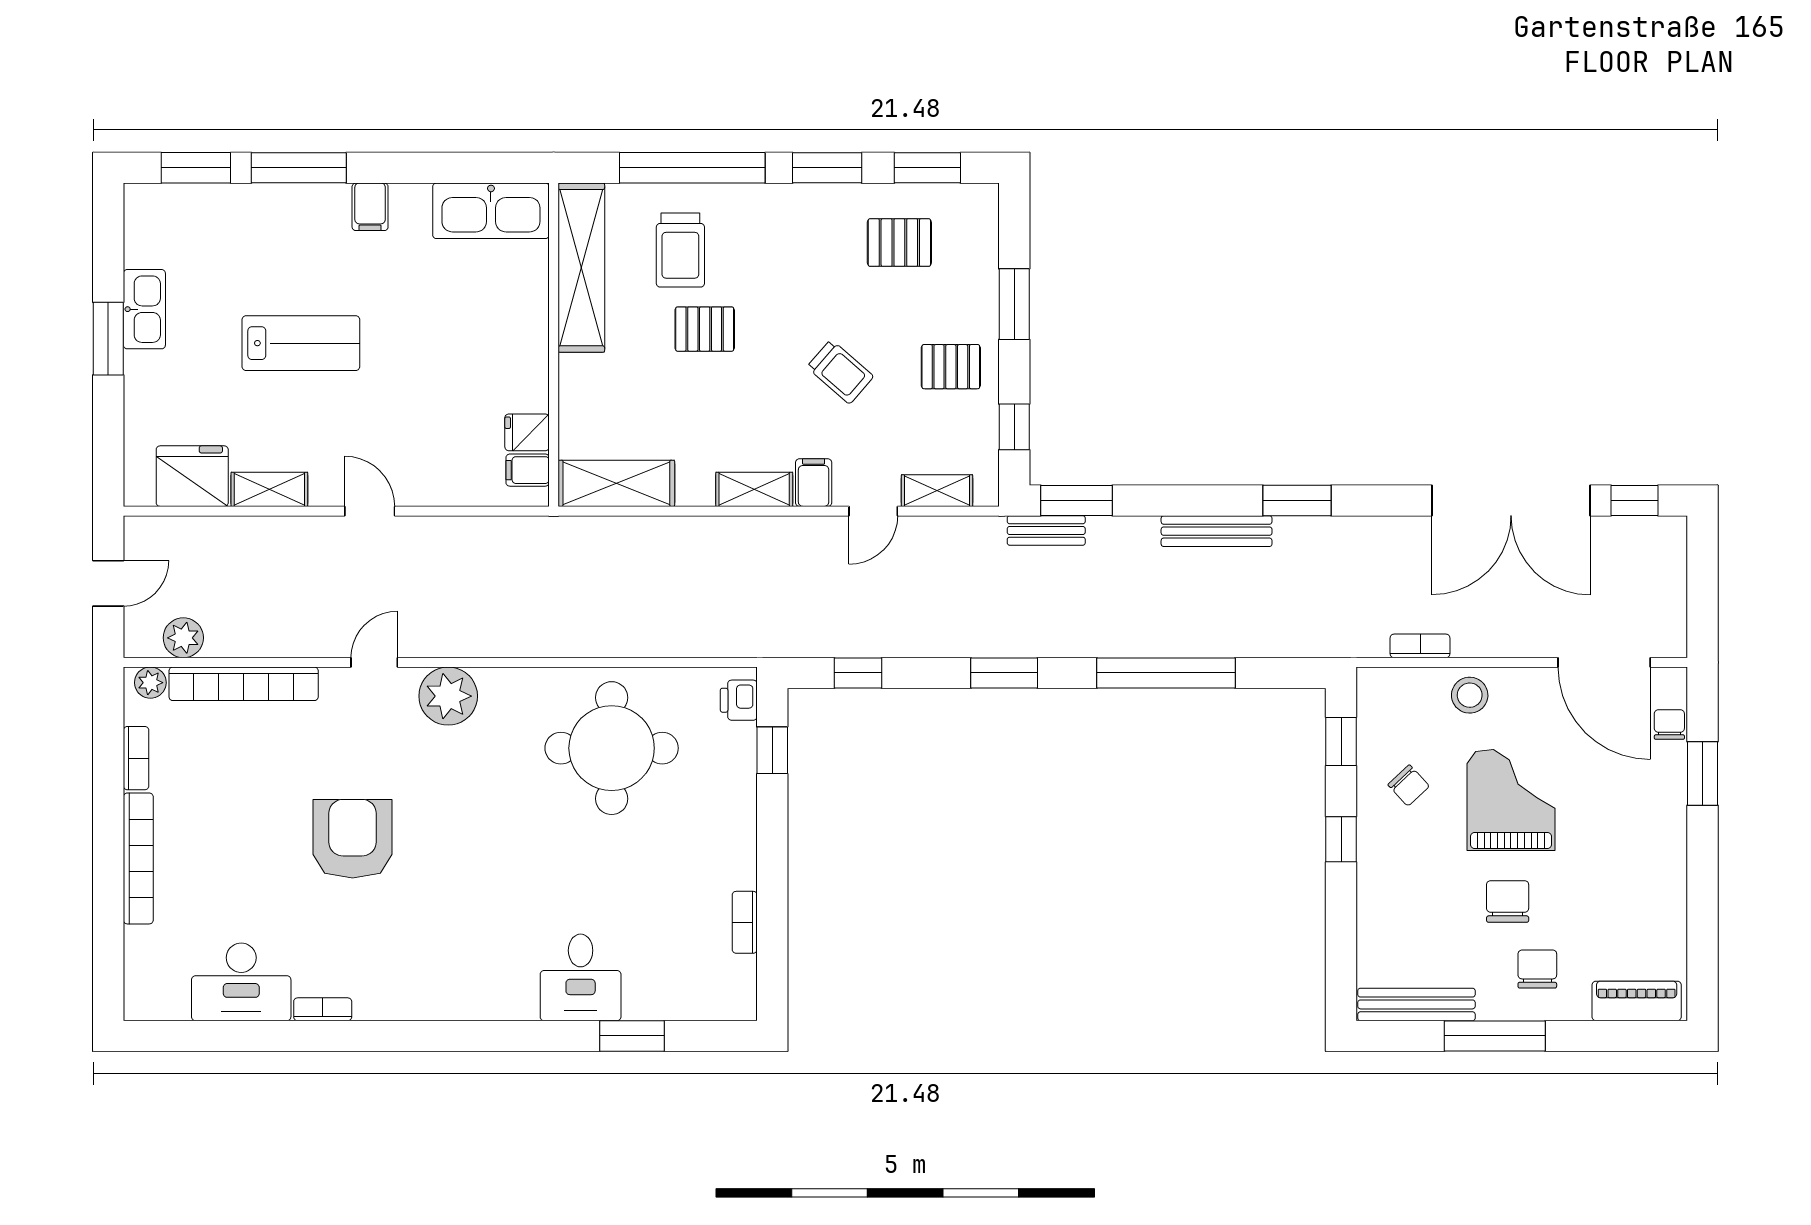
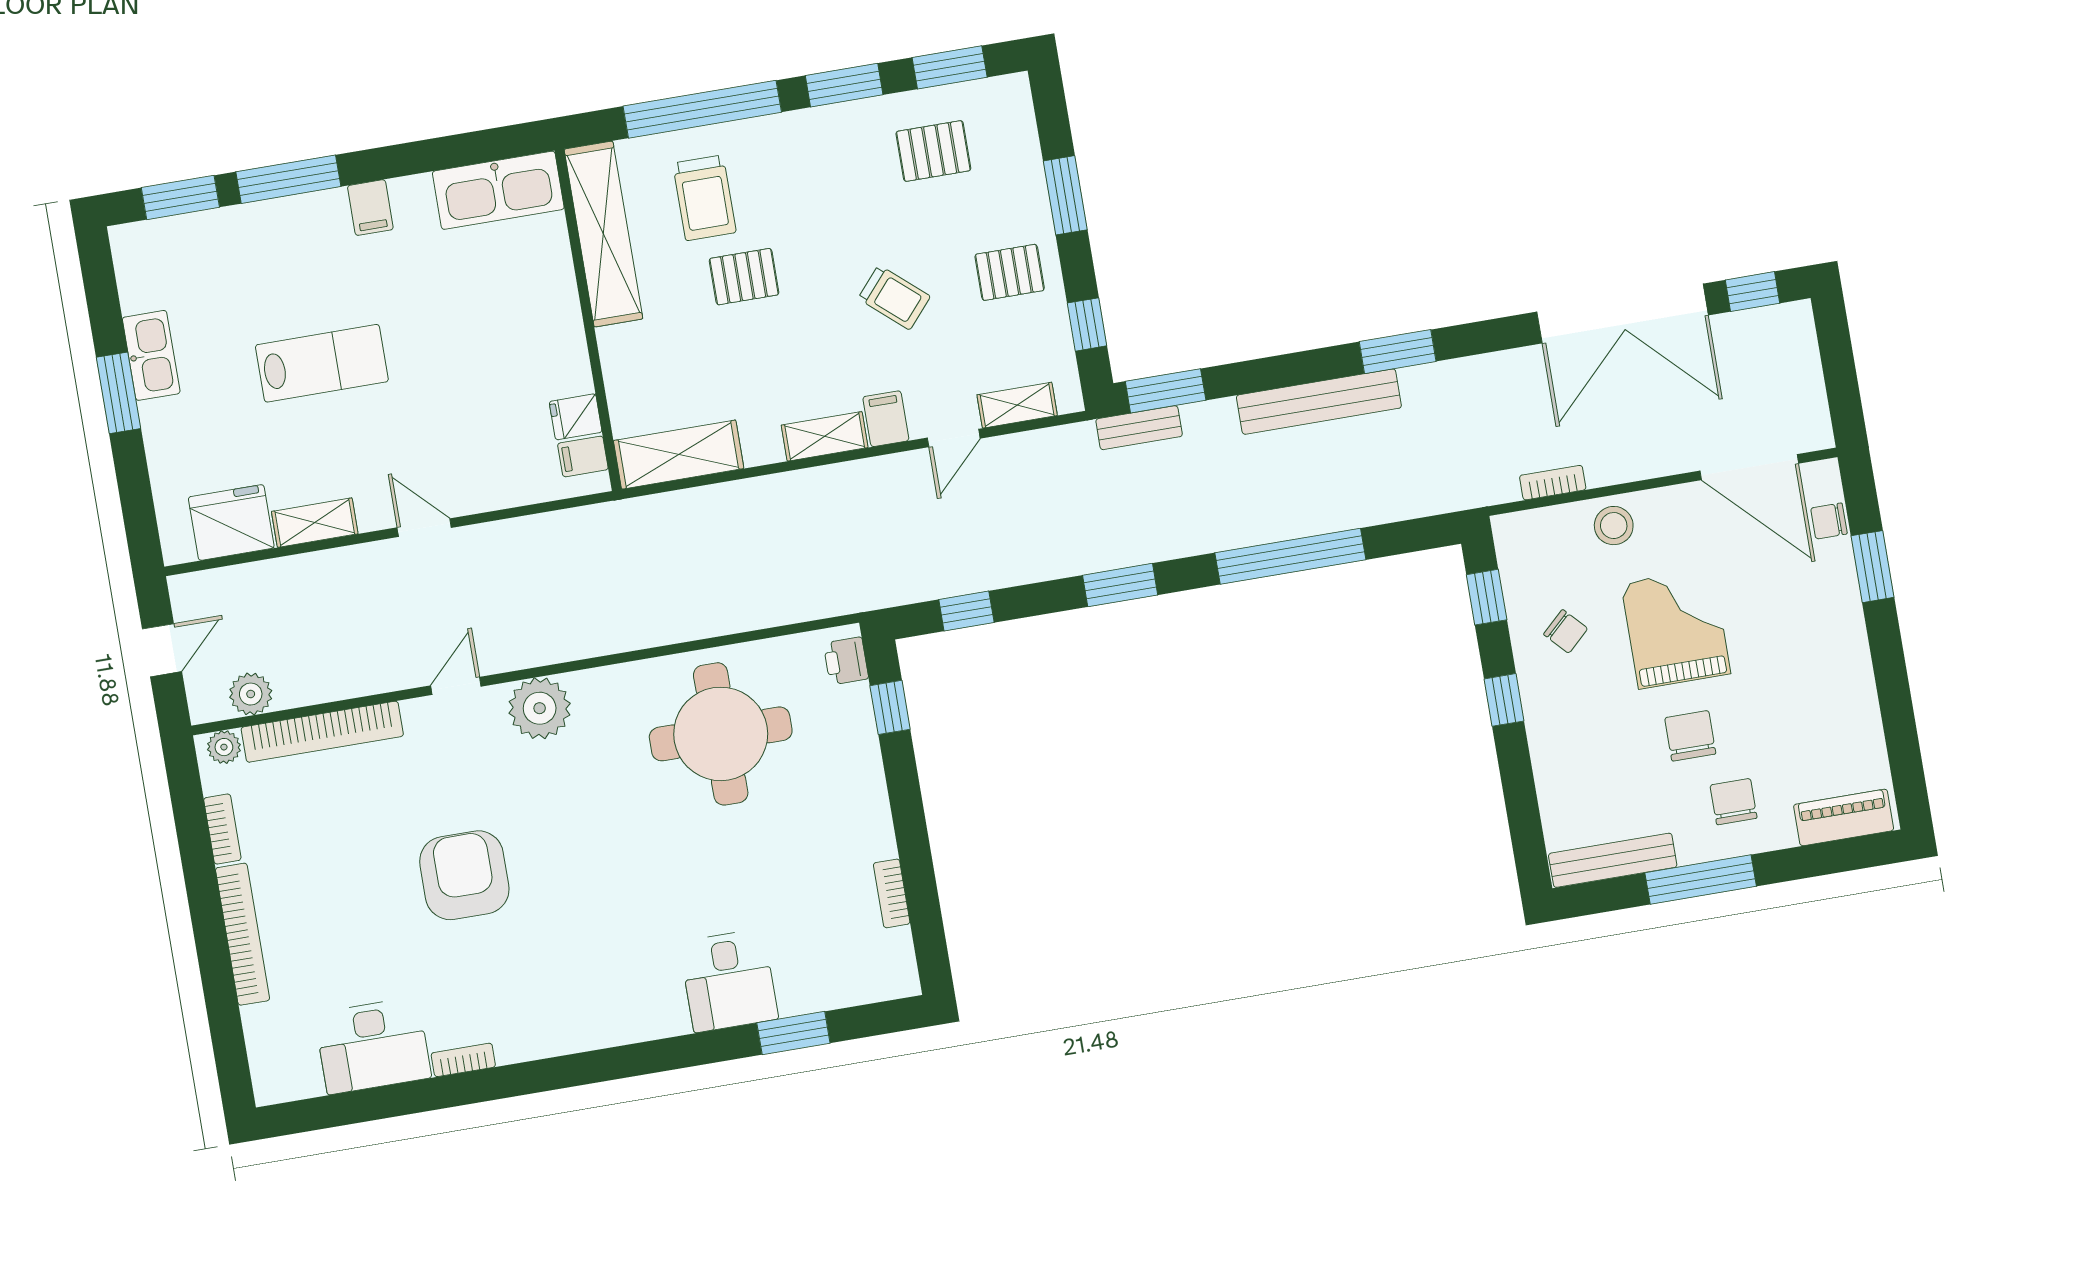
bench: (1217, 531) -> (1319, 402), width x1.37, depth x1.21
chair: (1669, 725) -> (1829, 521), turned -90

